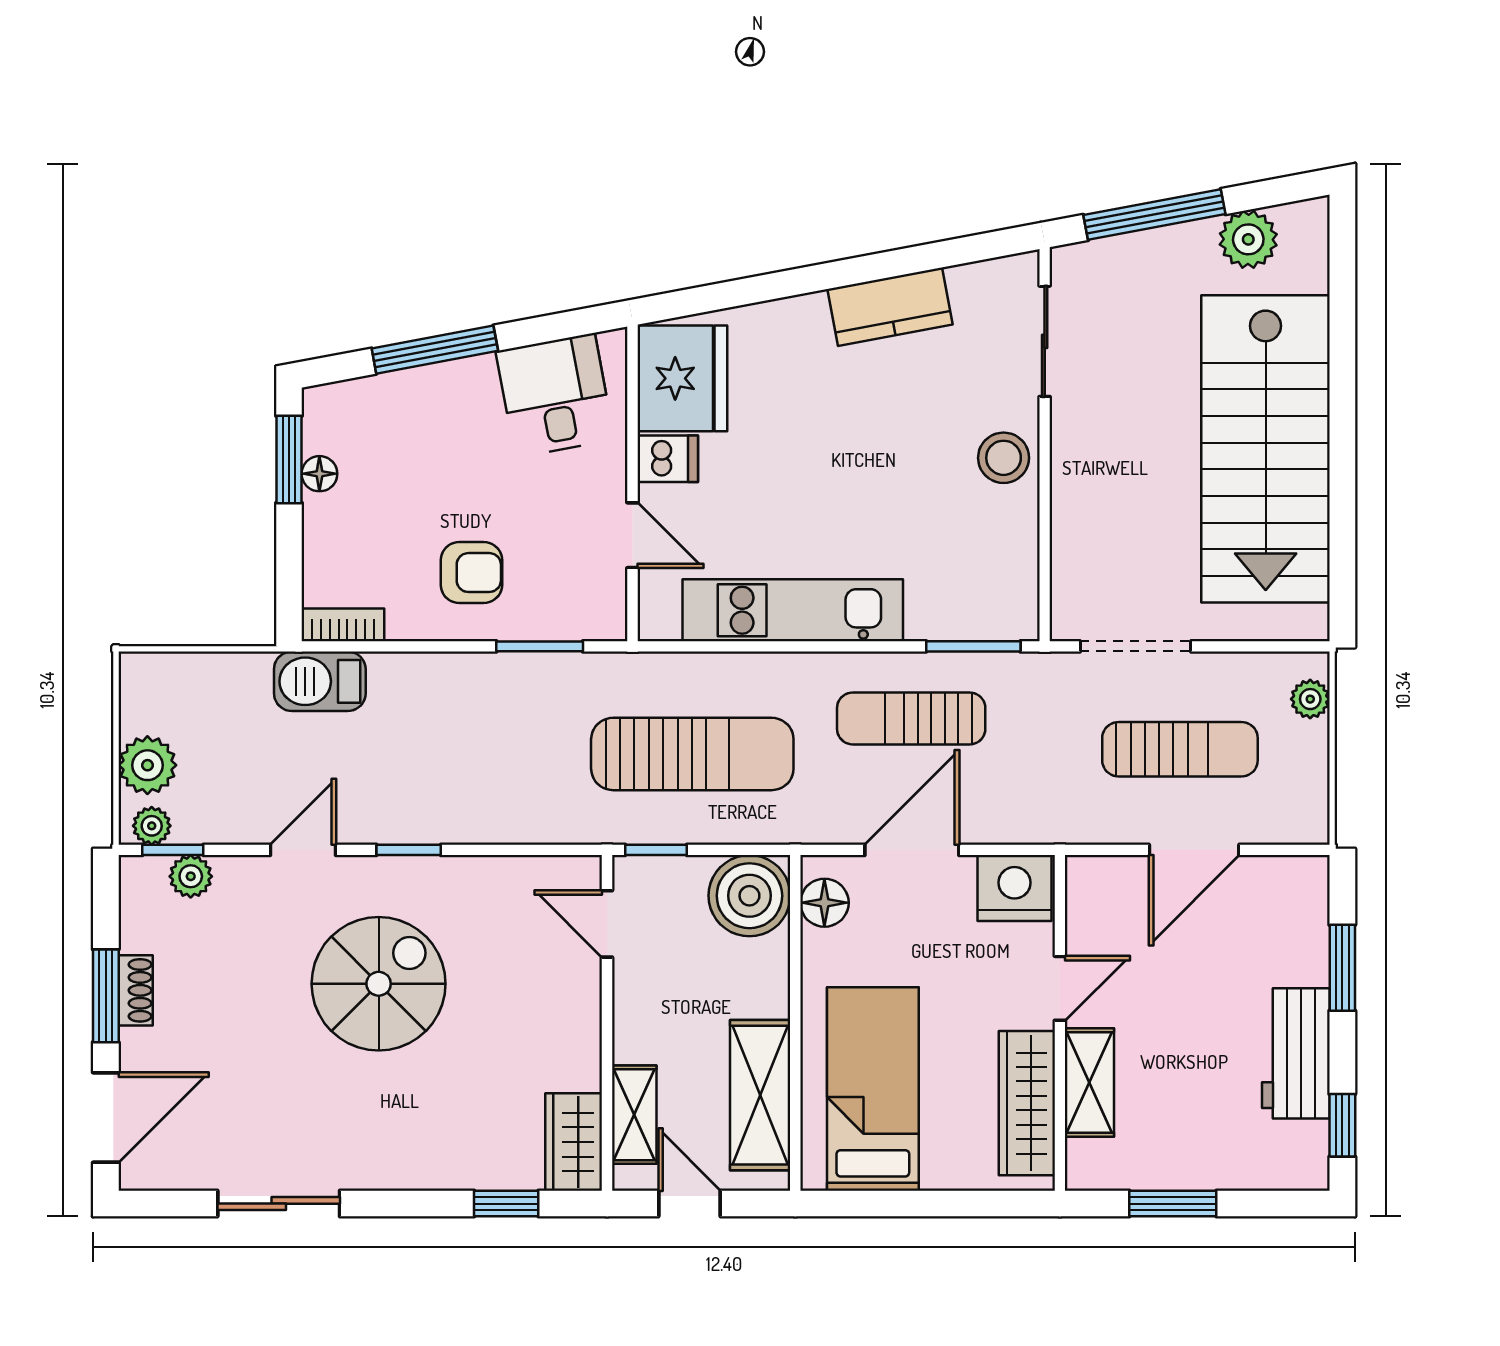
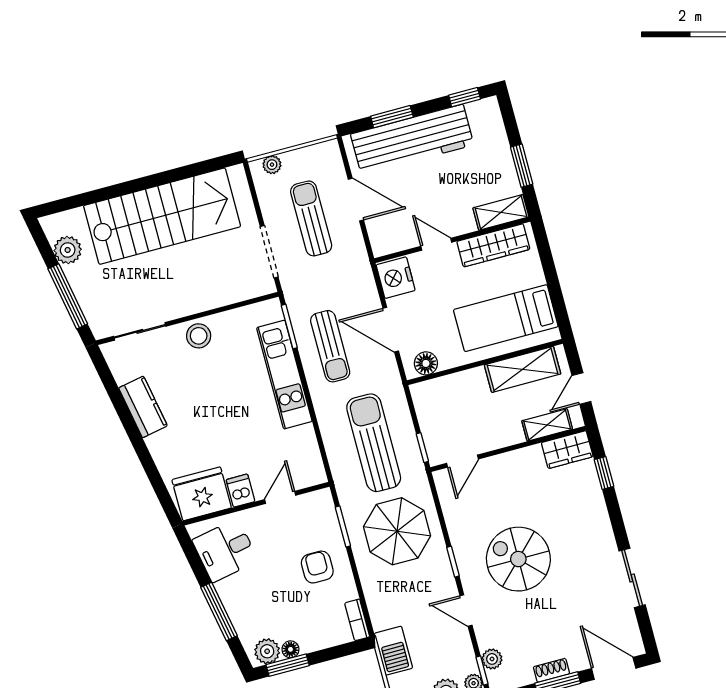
plant: (328, 425) -> (267, 651), added
kitchen unit: (793, 610) -> (284, 375), moved
barbecue: (320, 681) -> (393, 651), moved
parasol: (501, 753) -> (397, 531), added
boiler: (749, 896) -> (432, 399), removed
workbench: (1296, 1053) -> (412, 139), width x1.88, depth x1.32
shelving: (1089, 1083) -> (501, 212), moved

